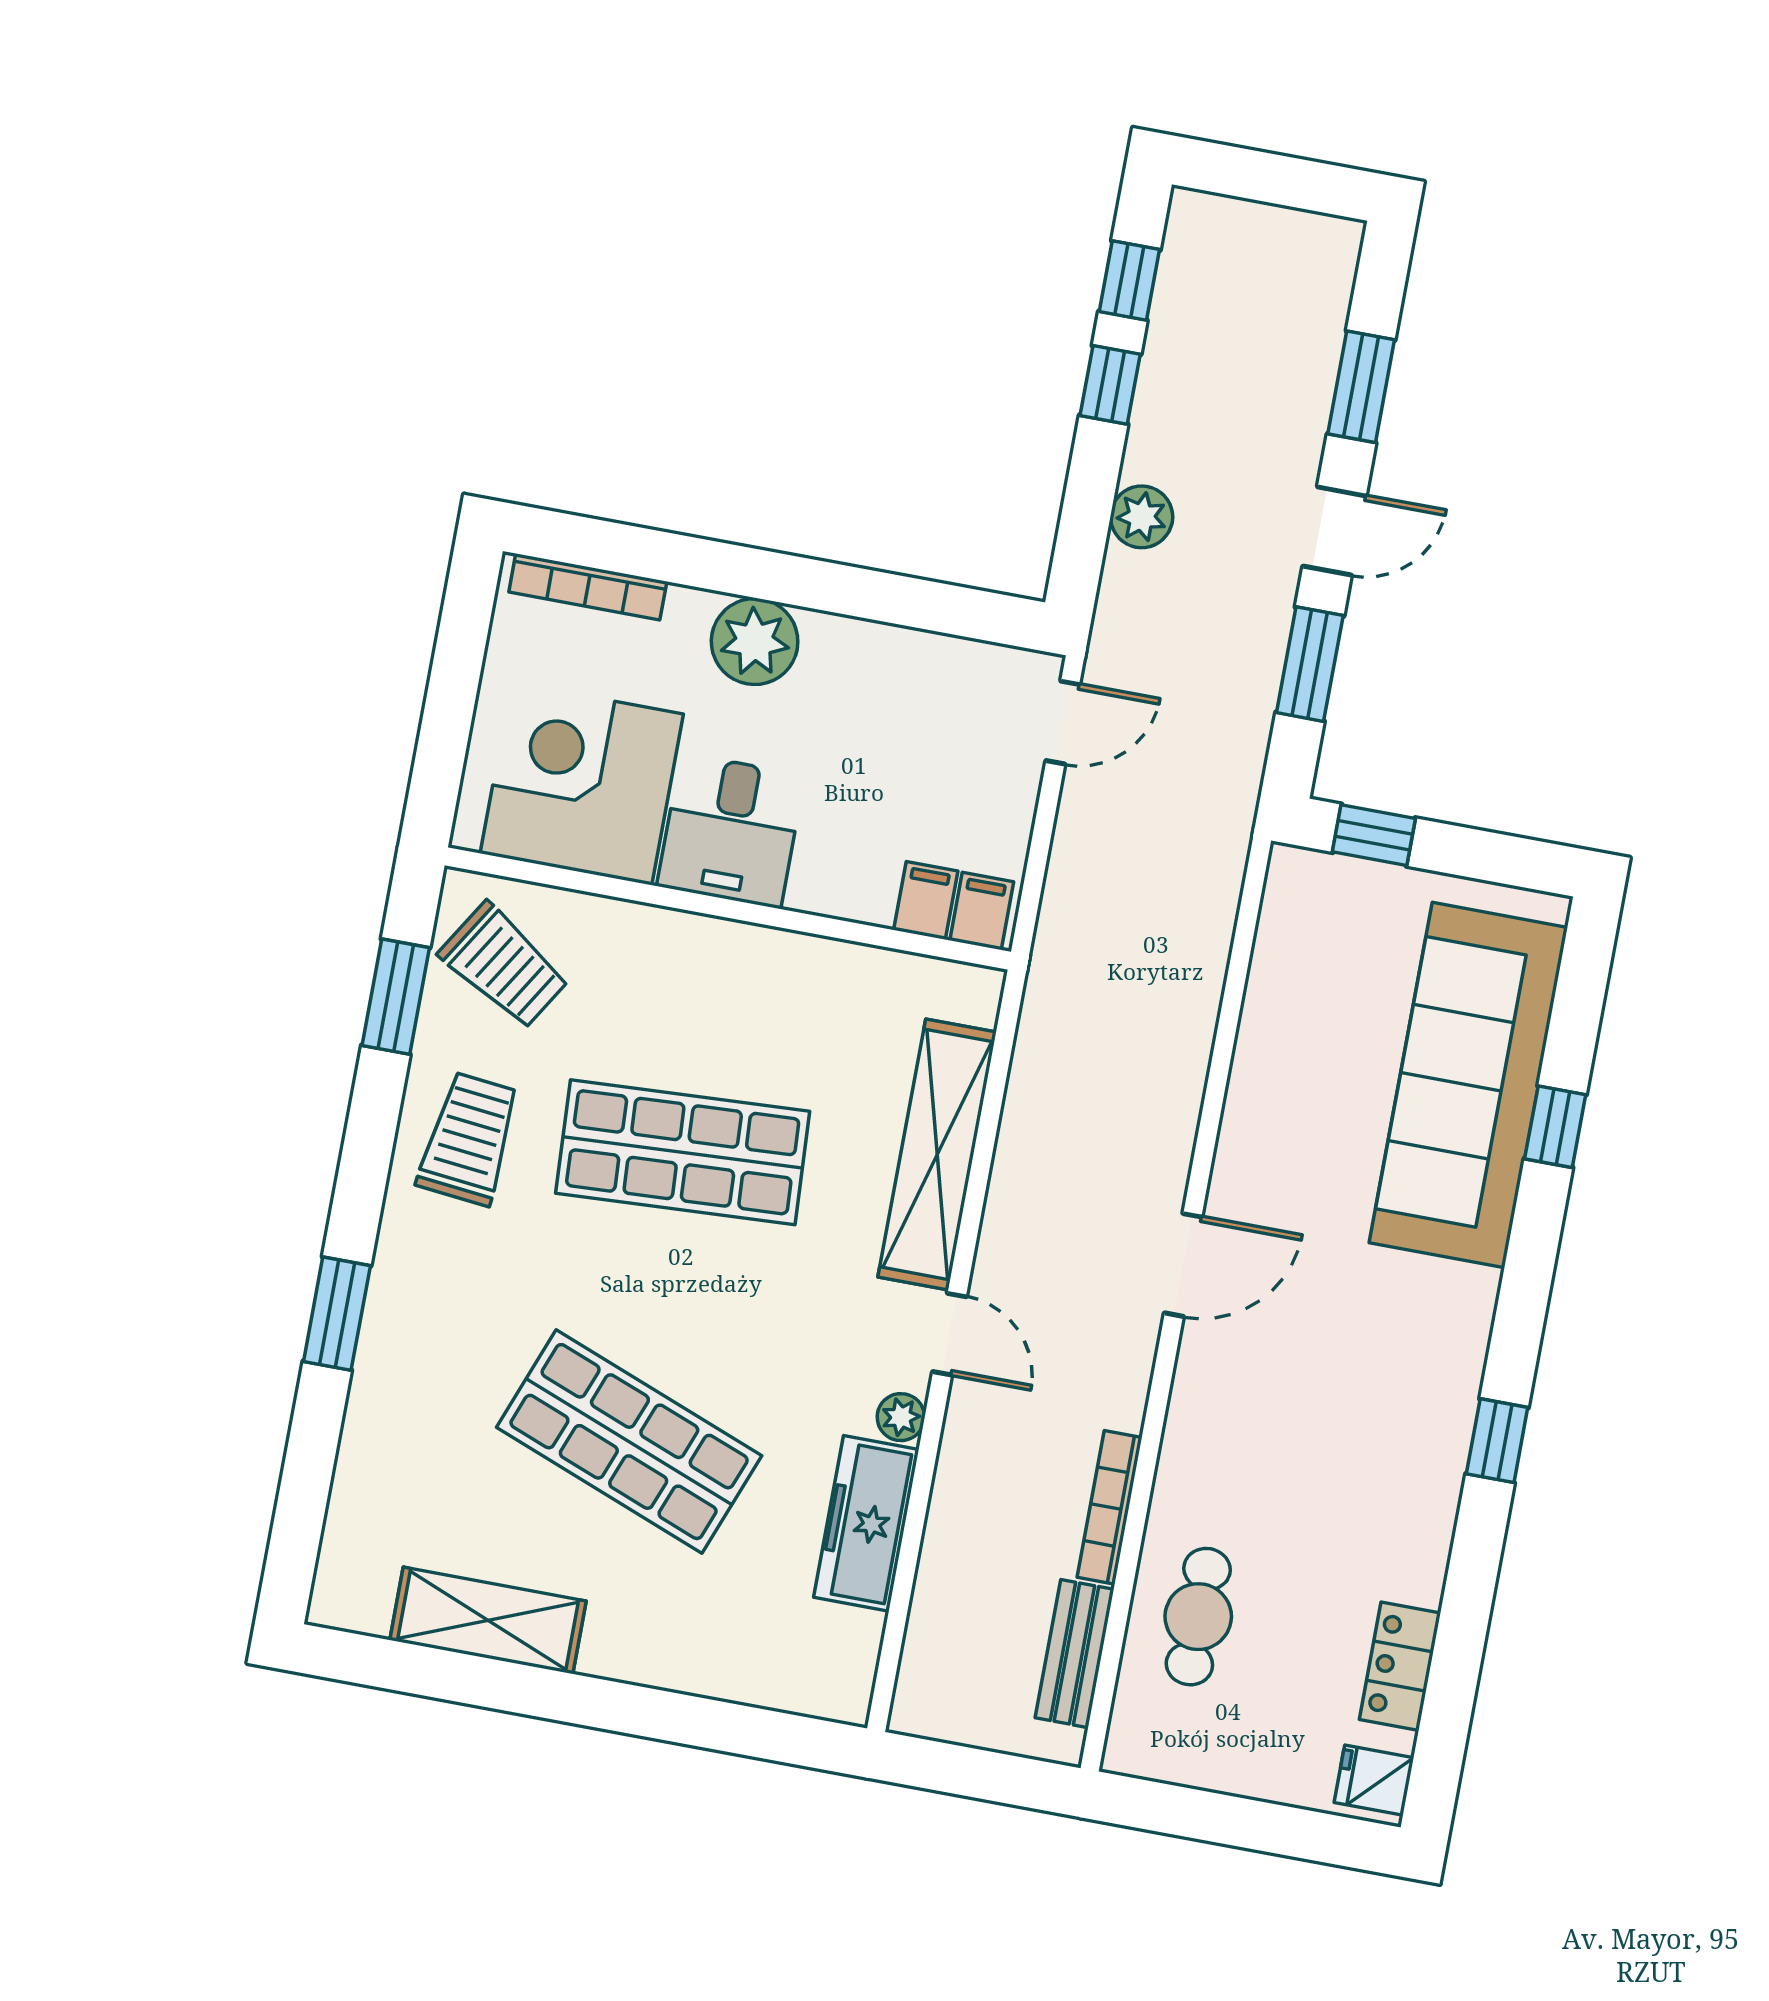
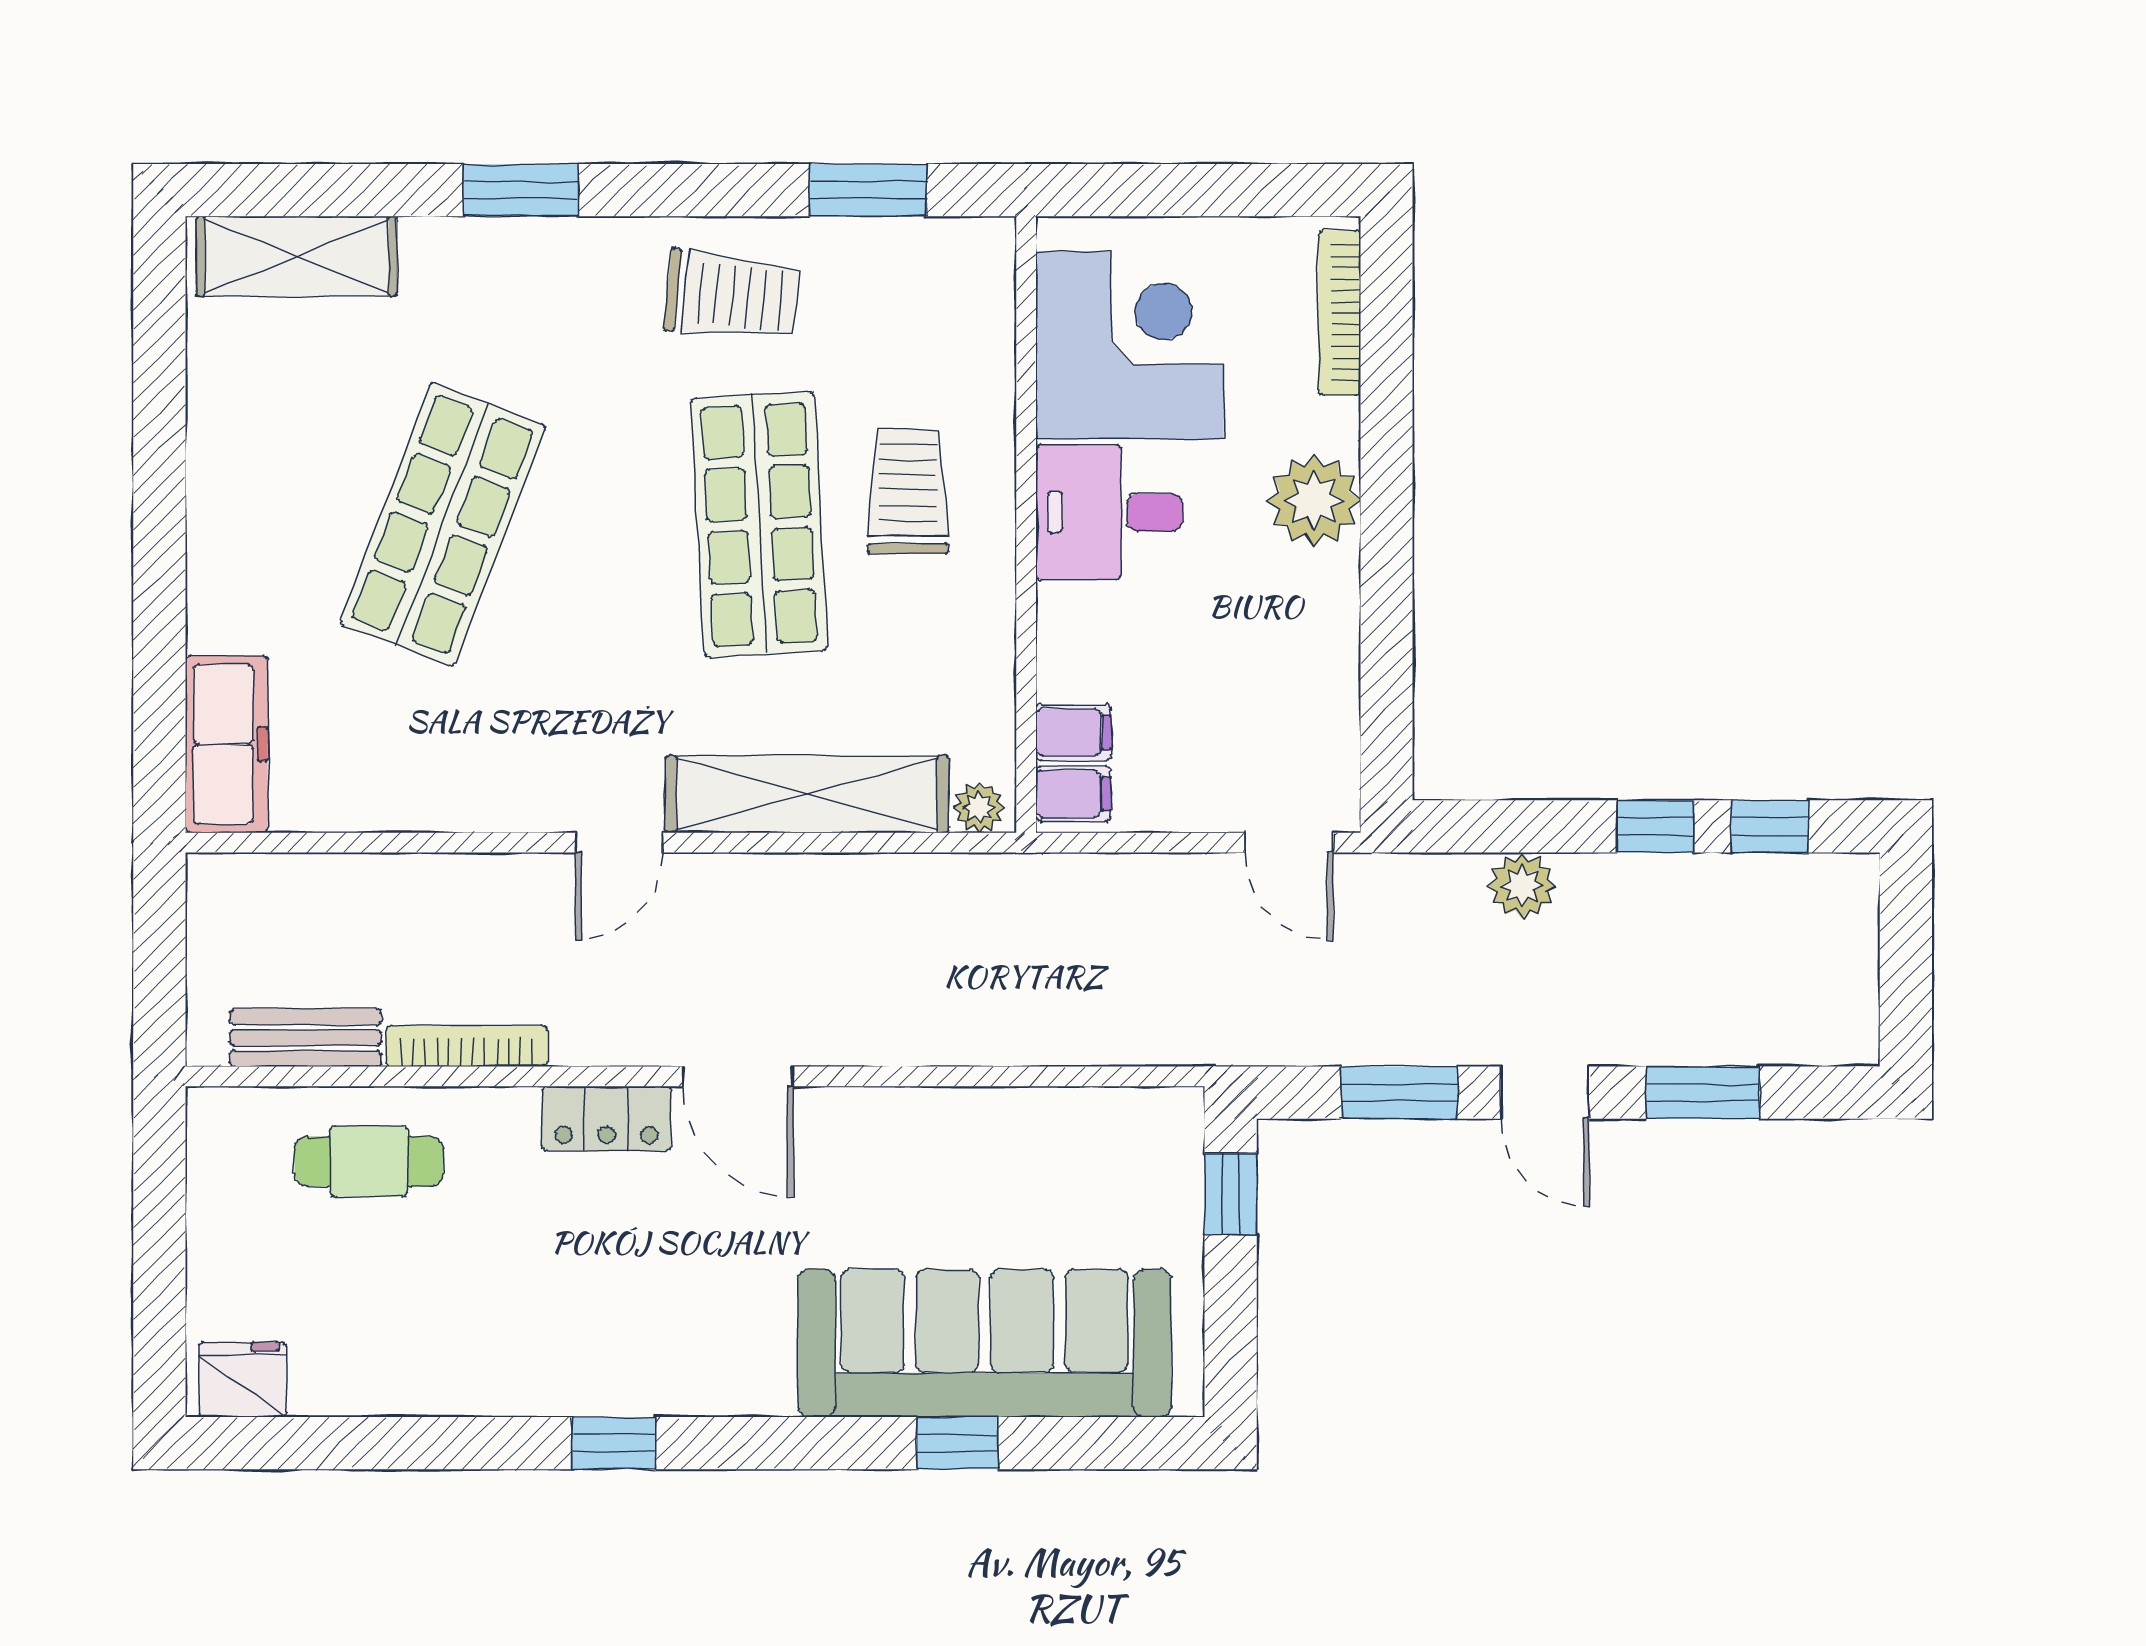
trolley: (504, 966) -> (908, 491), moved, turned 148
plant: (901, 1417) -> (979, 807), moved
freezer: (866, 1523) -> (227, 744), moved, turned 90
shelving: (488, 1620) -> (297, 256), moved, turned 90
locker: (1400, 1666) -> (607, 1119), moved, turned 180
fridge: (1374, 1780) -> (242, 1379), width x1.38

